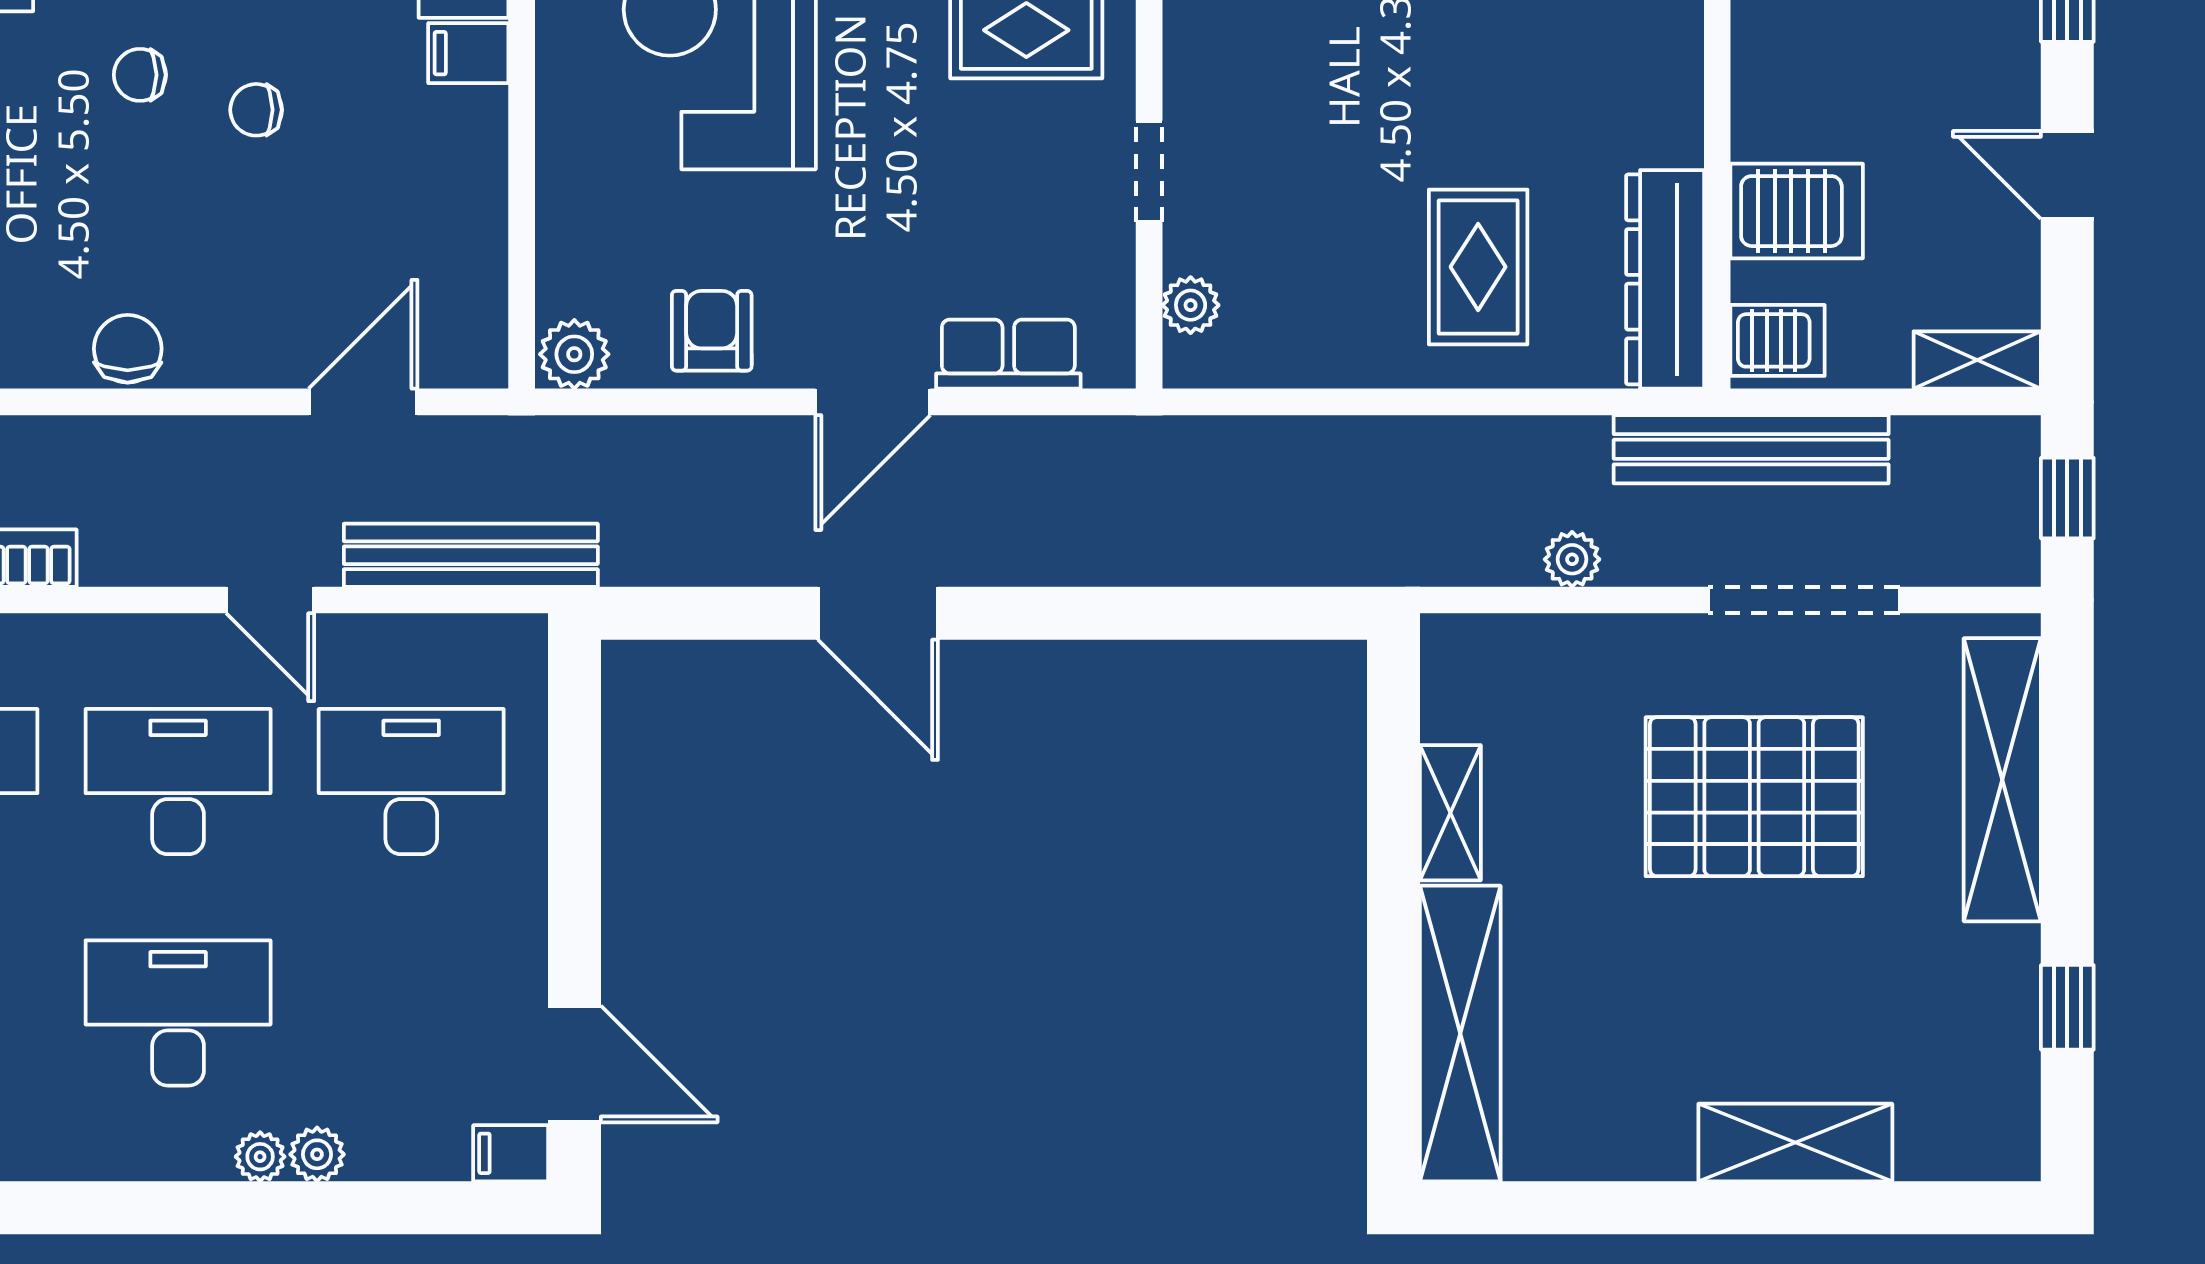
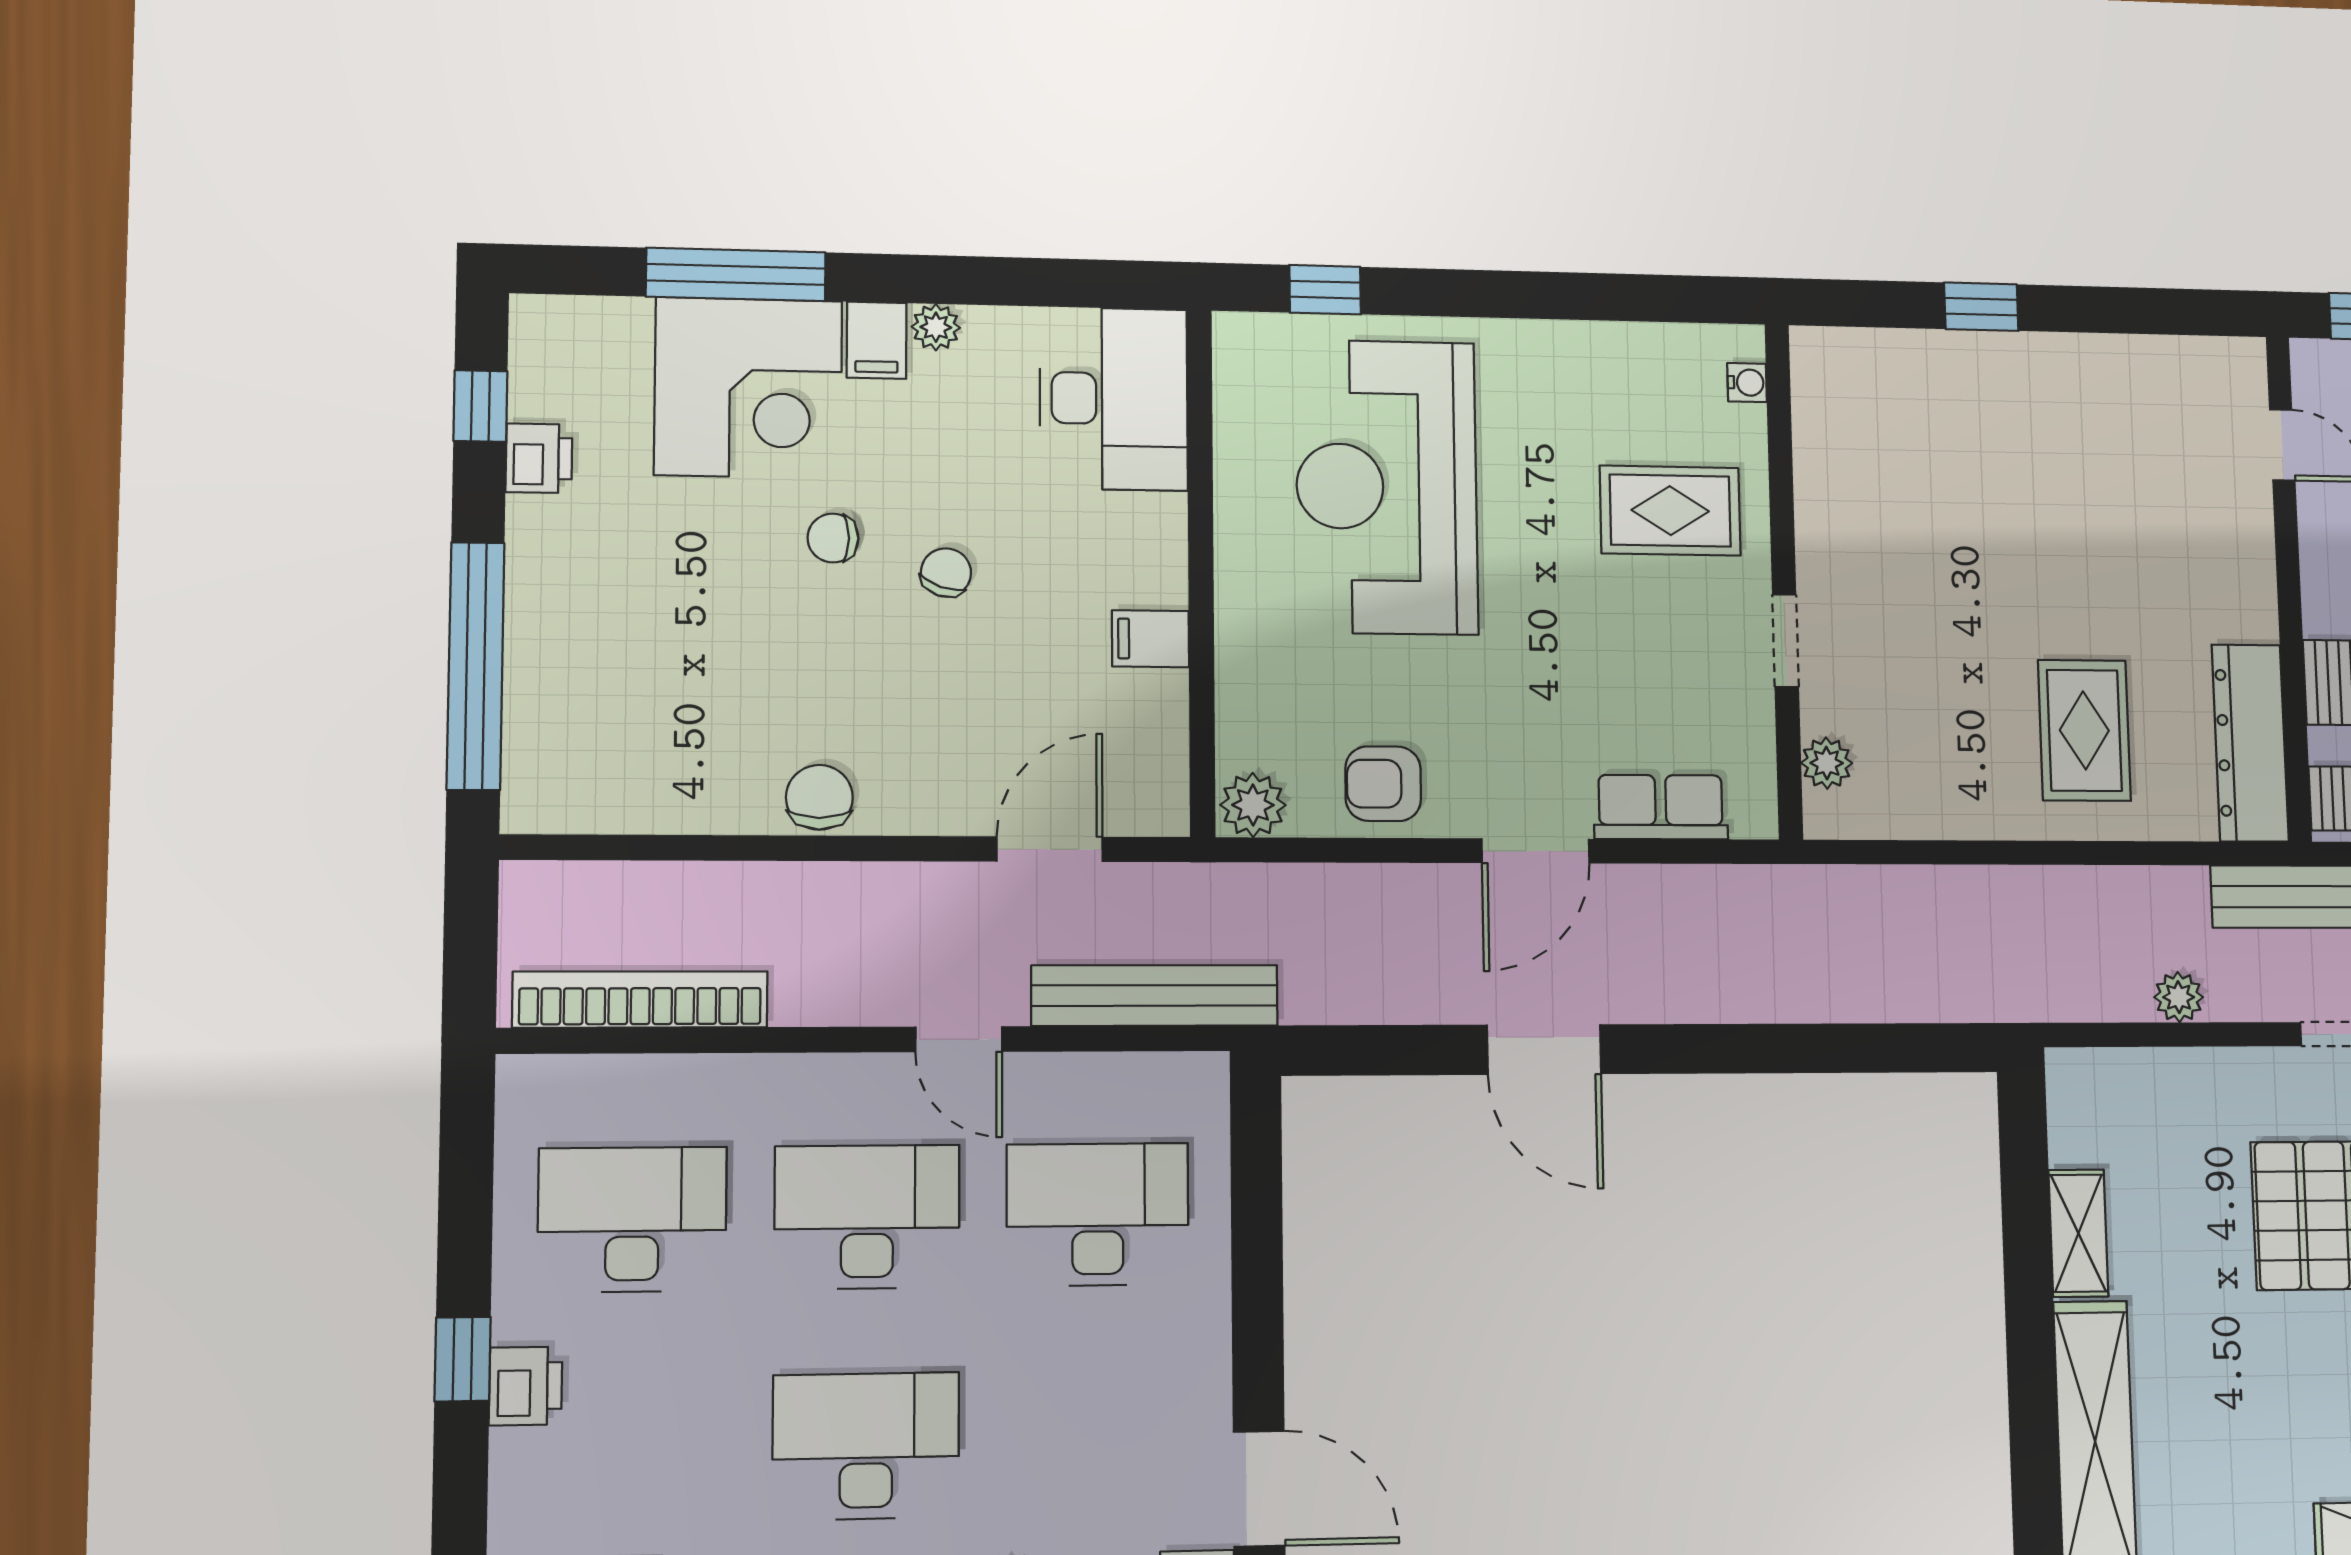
filing cabinet: (468, 53) -> (1151, 639), moved
chair: (256, 110) -> (946, 572), turned 109
armchair: (712, 331) -> (1383, 784), turned -90

